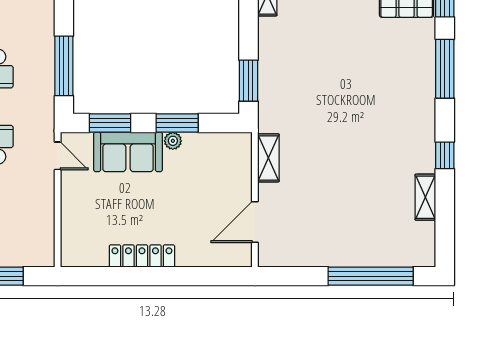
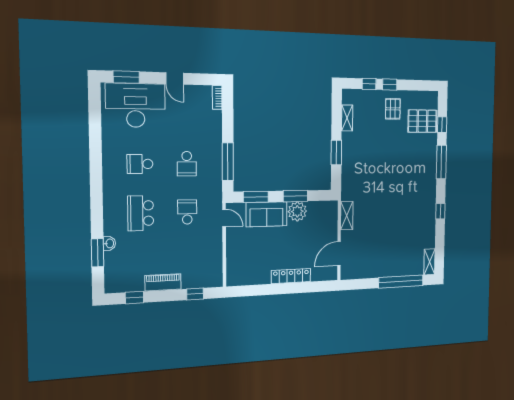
window: (248, 81) -> (336, 152), moved
plant: (173, 141) -> (297, 211), width x1.87, depth x1.87
shelving: (425, 197) -> (430, 262), moved
locker: (142, 256) -> (291, 276), moved

